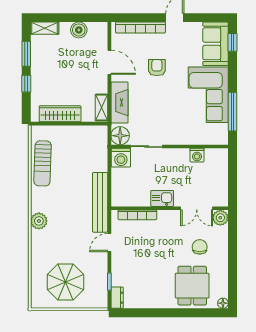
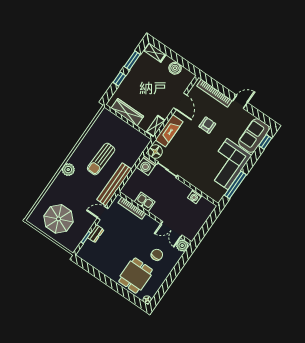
sun lounger: (43, 163) -> (101, 159), moved
kitchen sink: (162, 198) -> (145, 202), moved
dresser: (117, 298) -> (96, 234), moved

